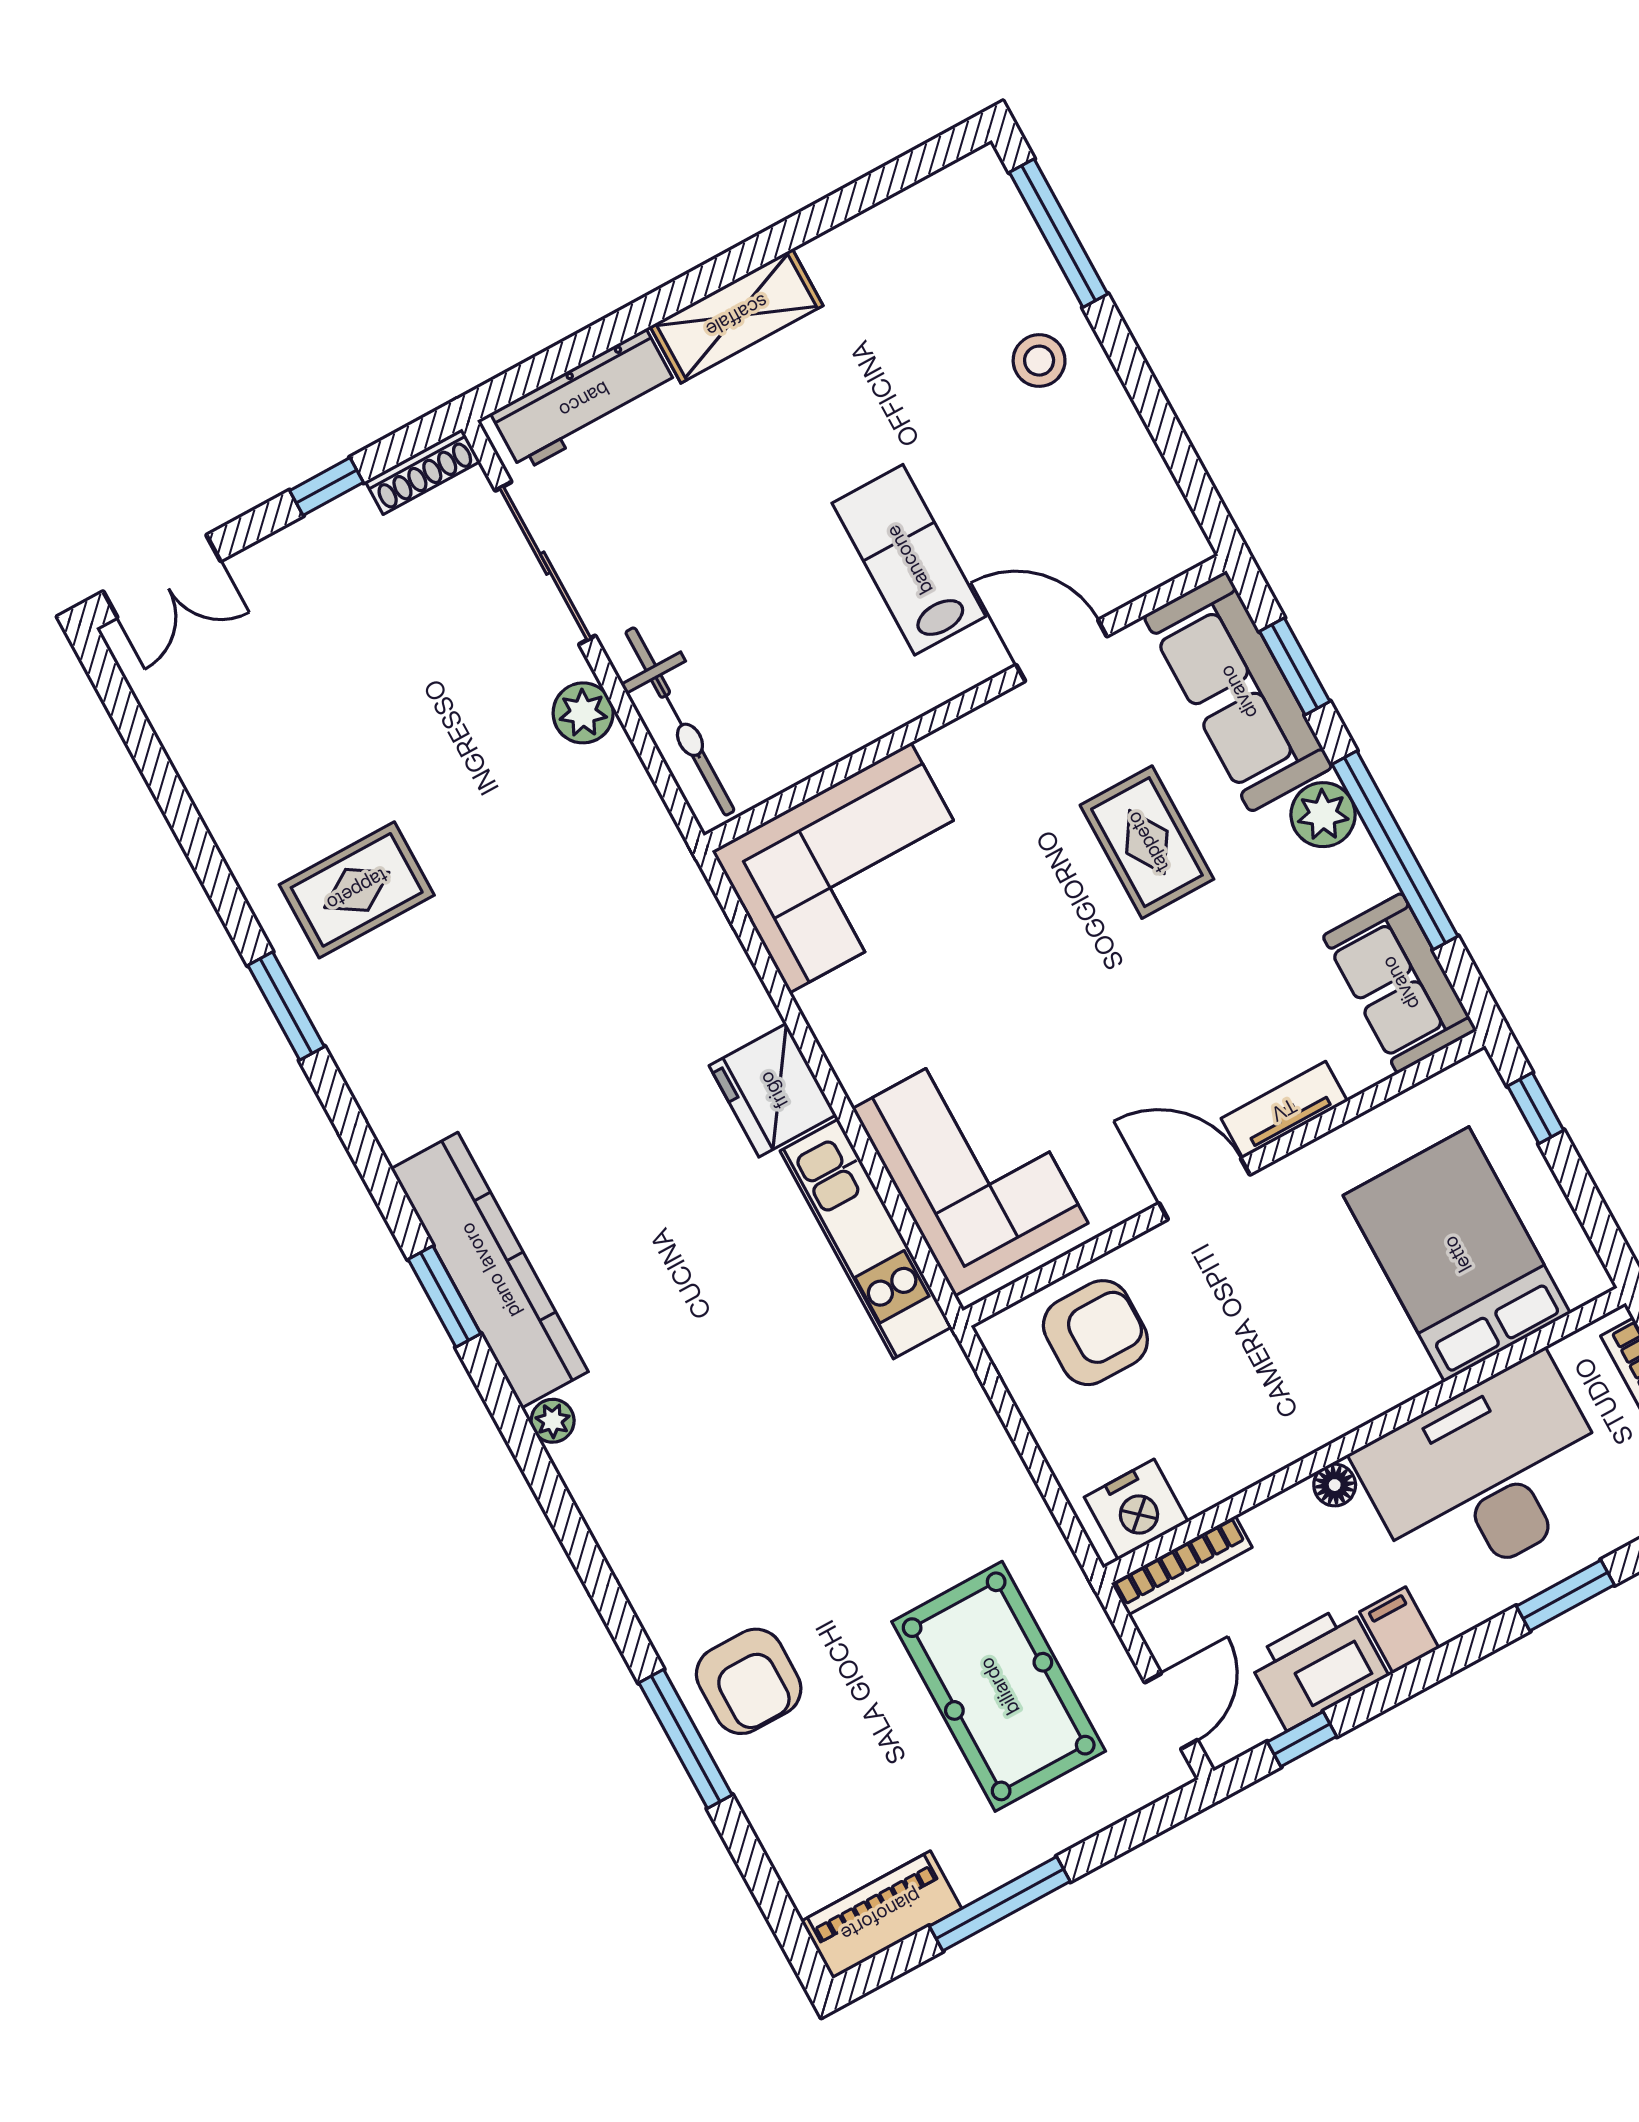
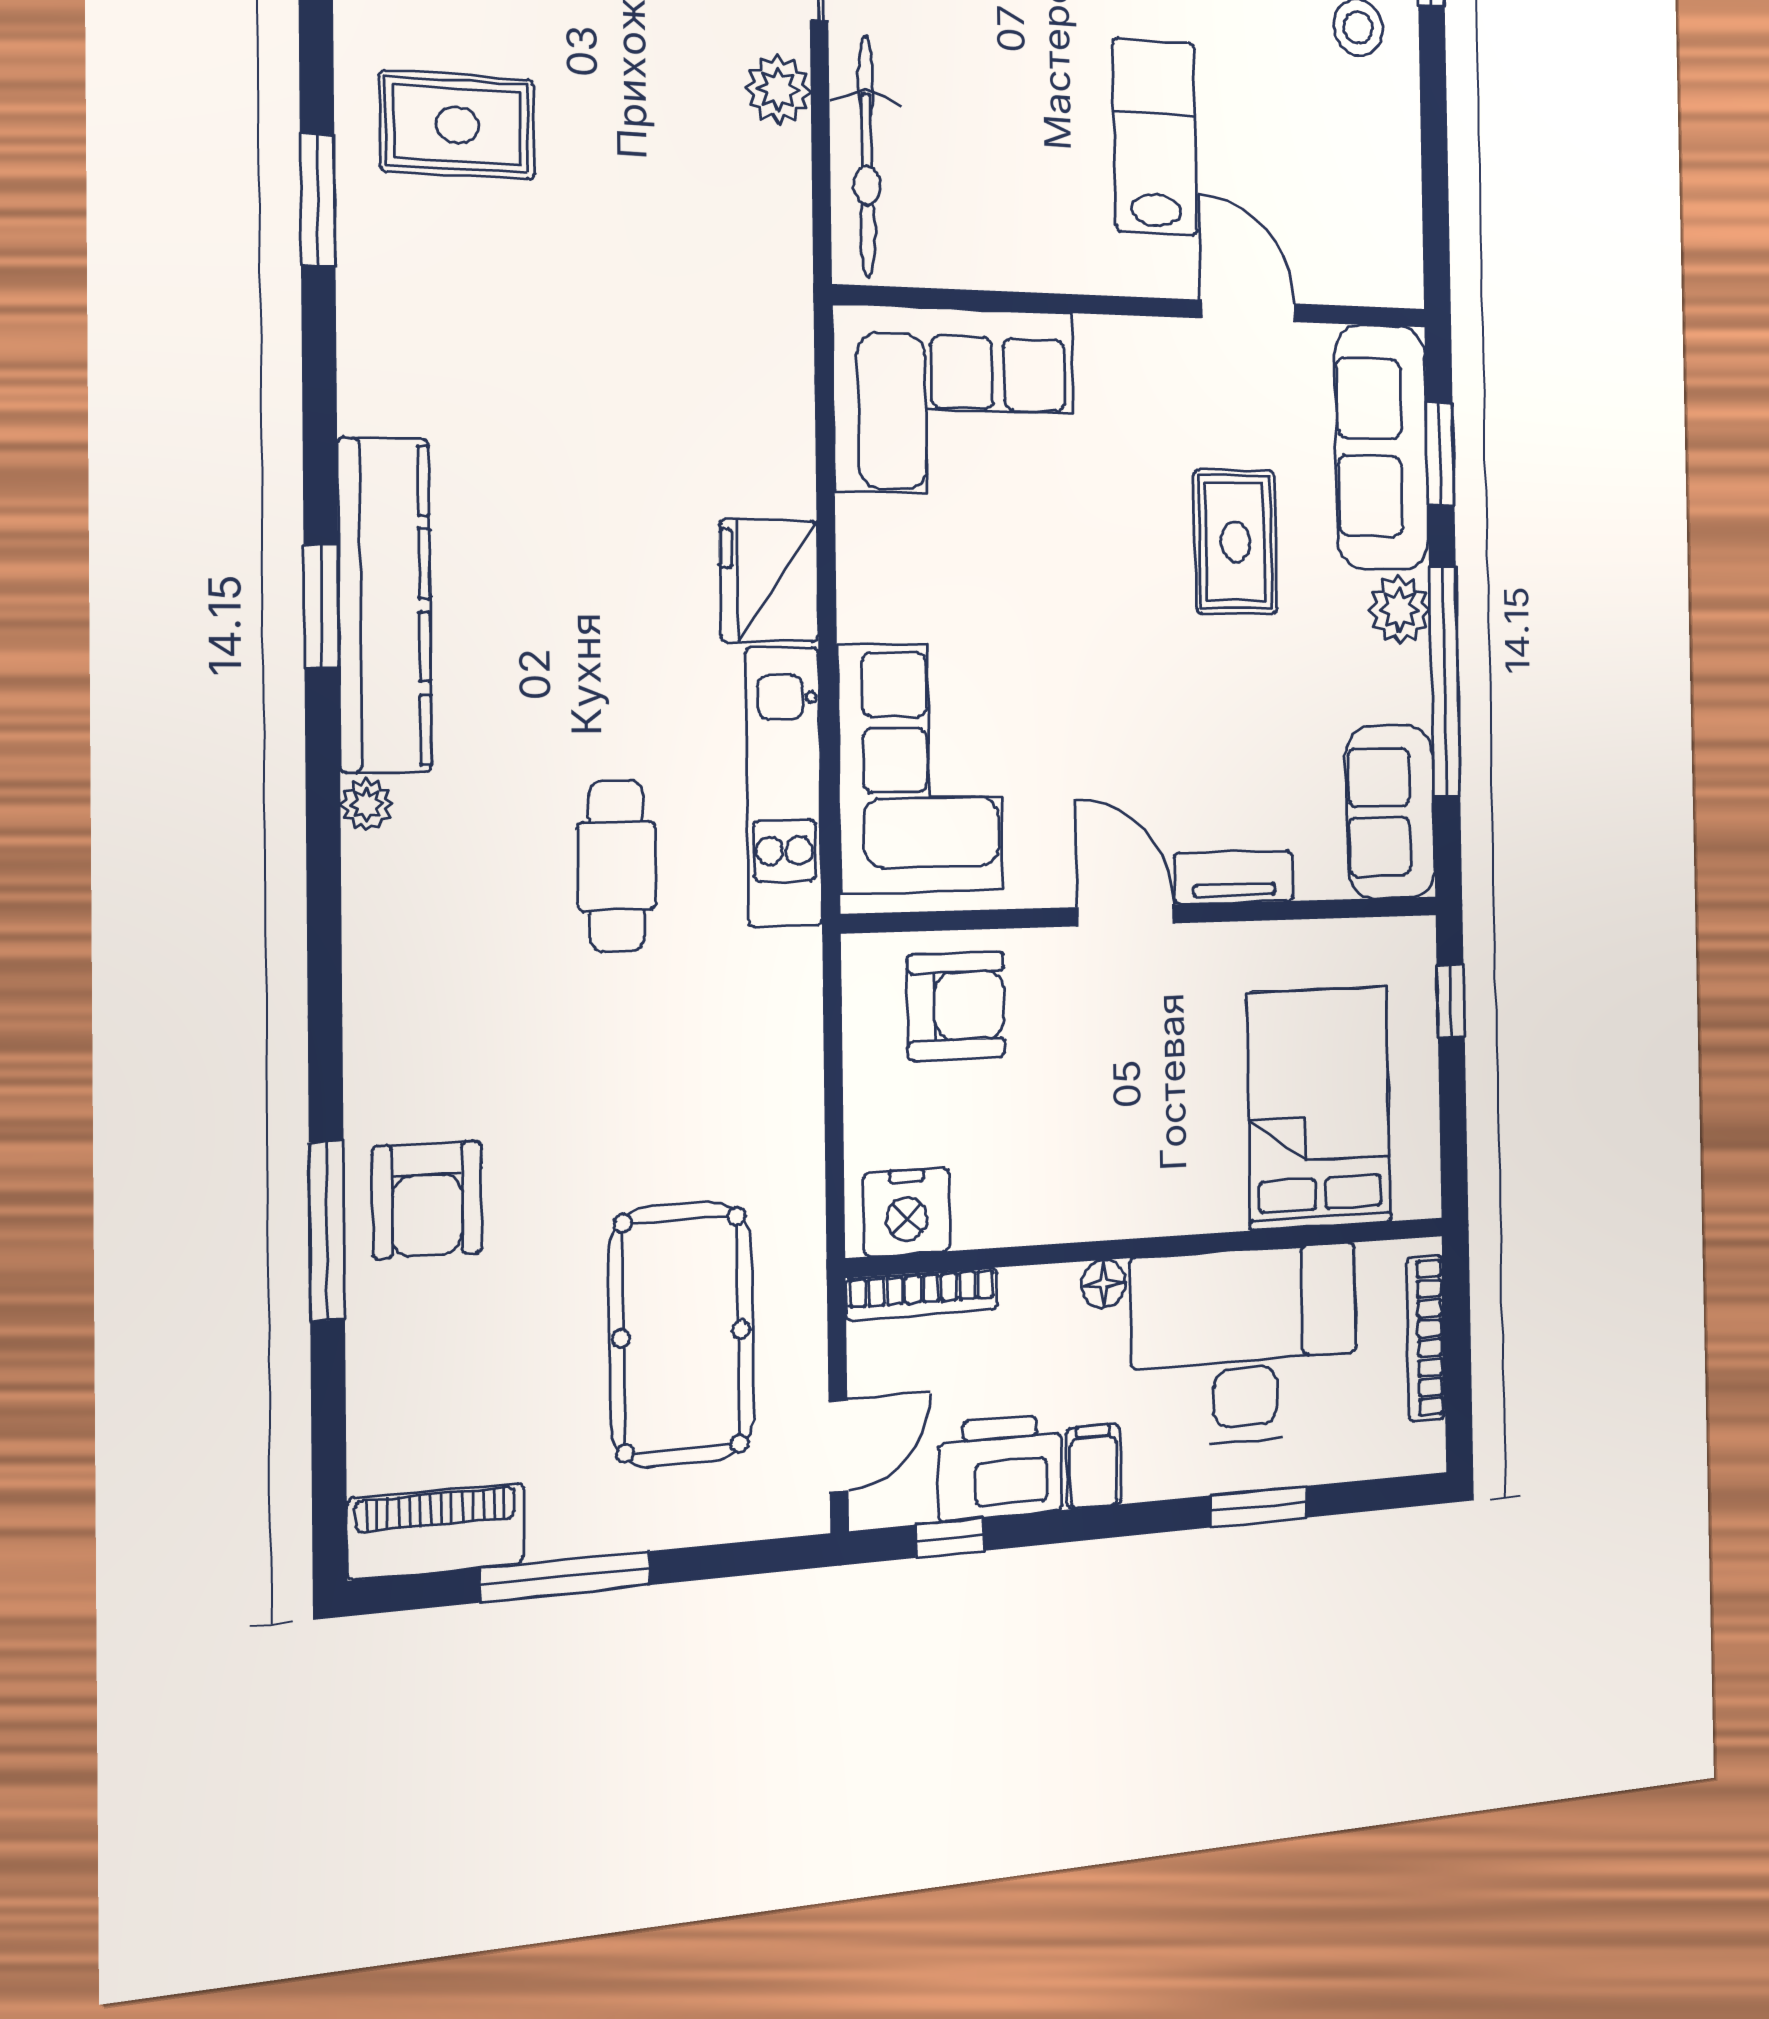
cafe table: (765, 1367) -> (617, 866), added

